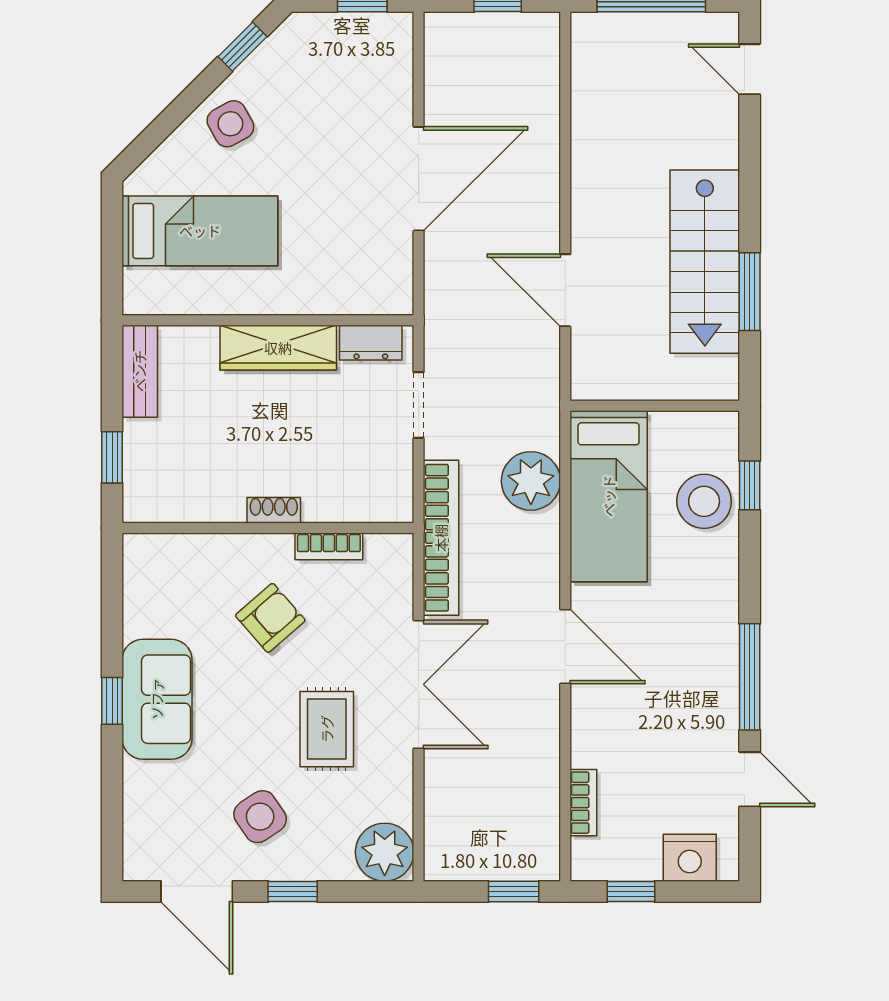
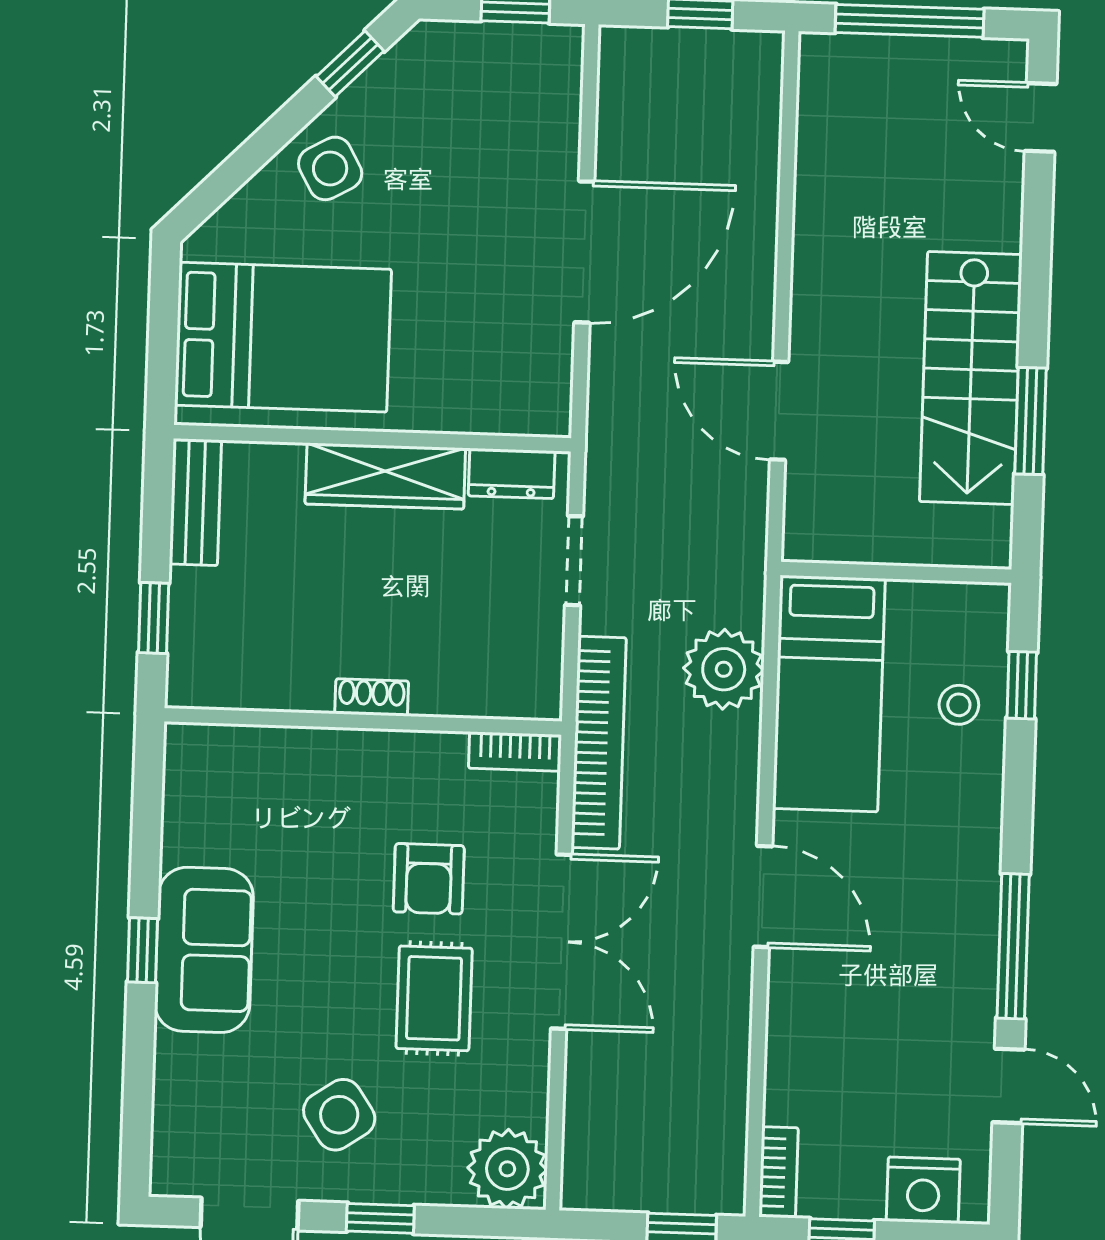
bed: (200, 231) -> (283, 337), width x1.50
stool: (704, 501) -> (959, 705), width x0.53, depth x0.53
bookcase: (329, 546) -> (515, 752), moved
armchair: (270, 618) -> (429, 879), moved, turned 131
bookcase: (583, 803) -> (779, 1172), moved

